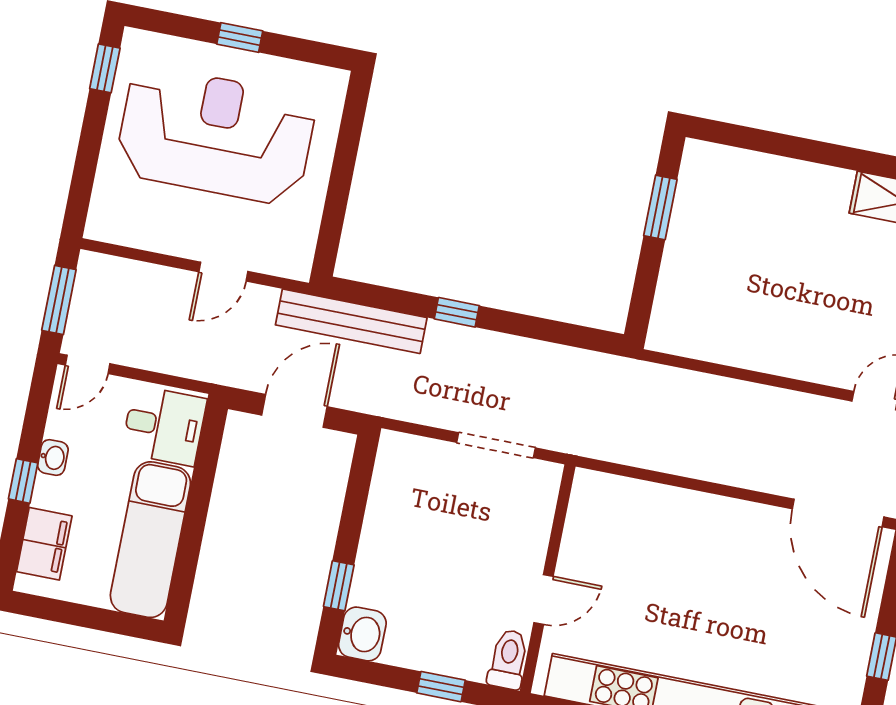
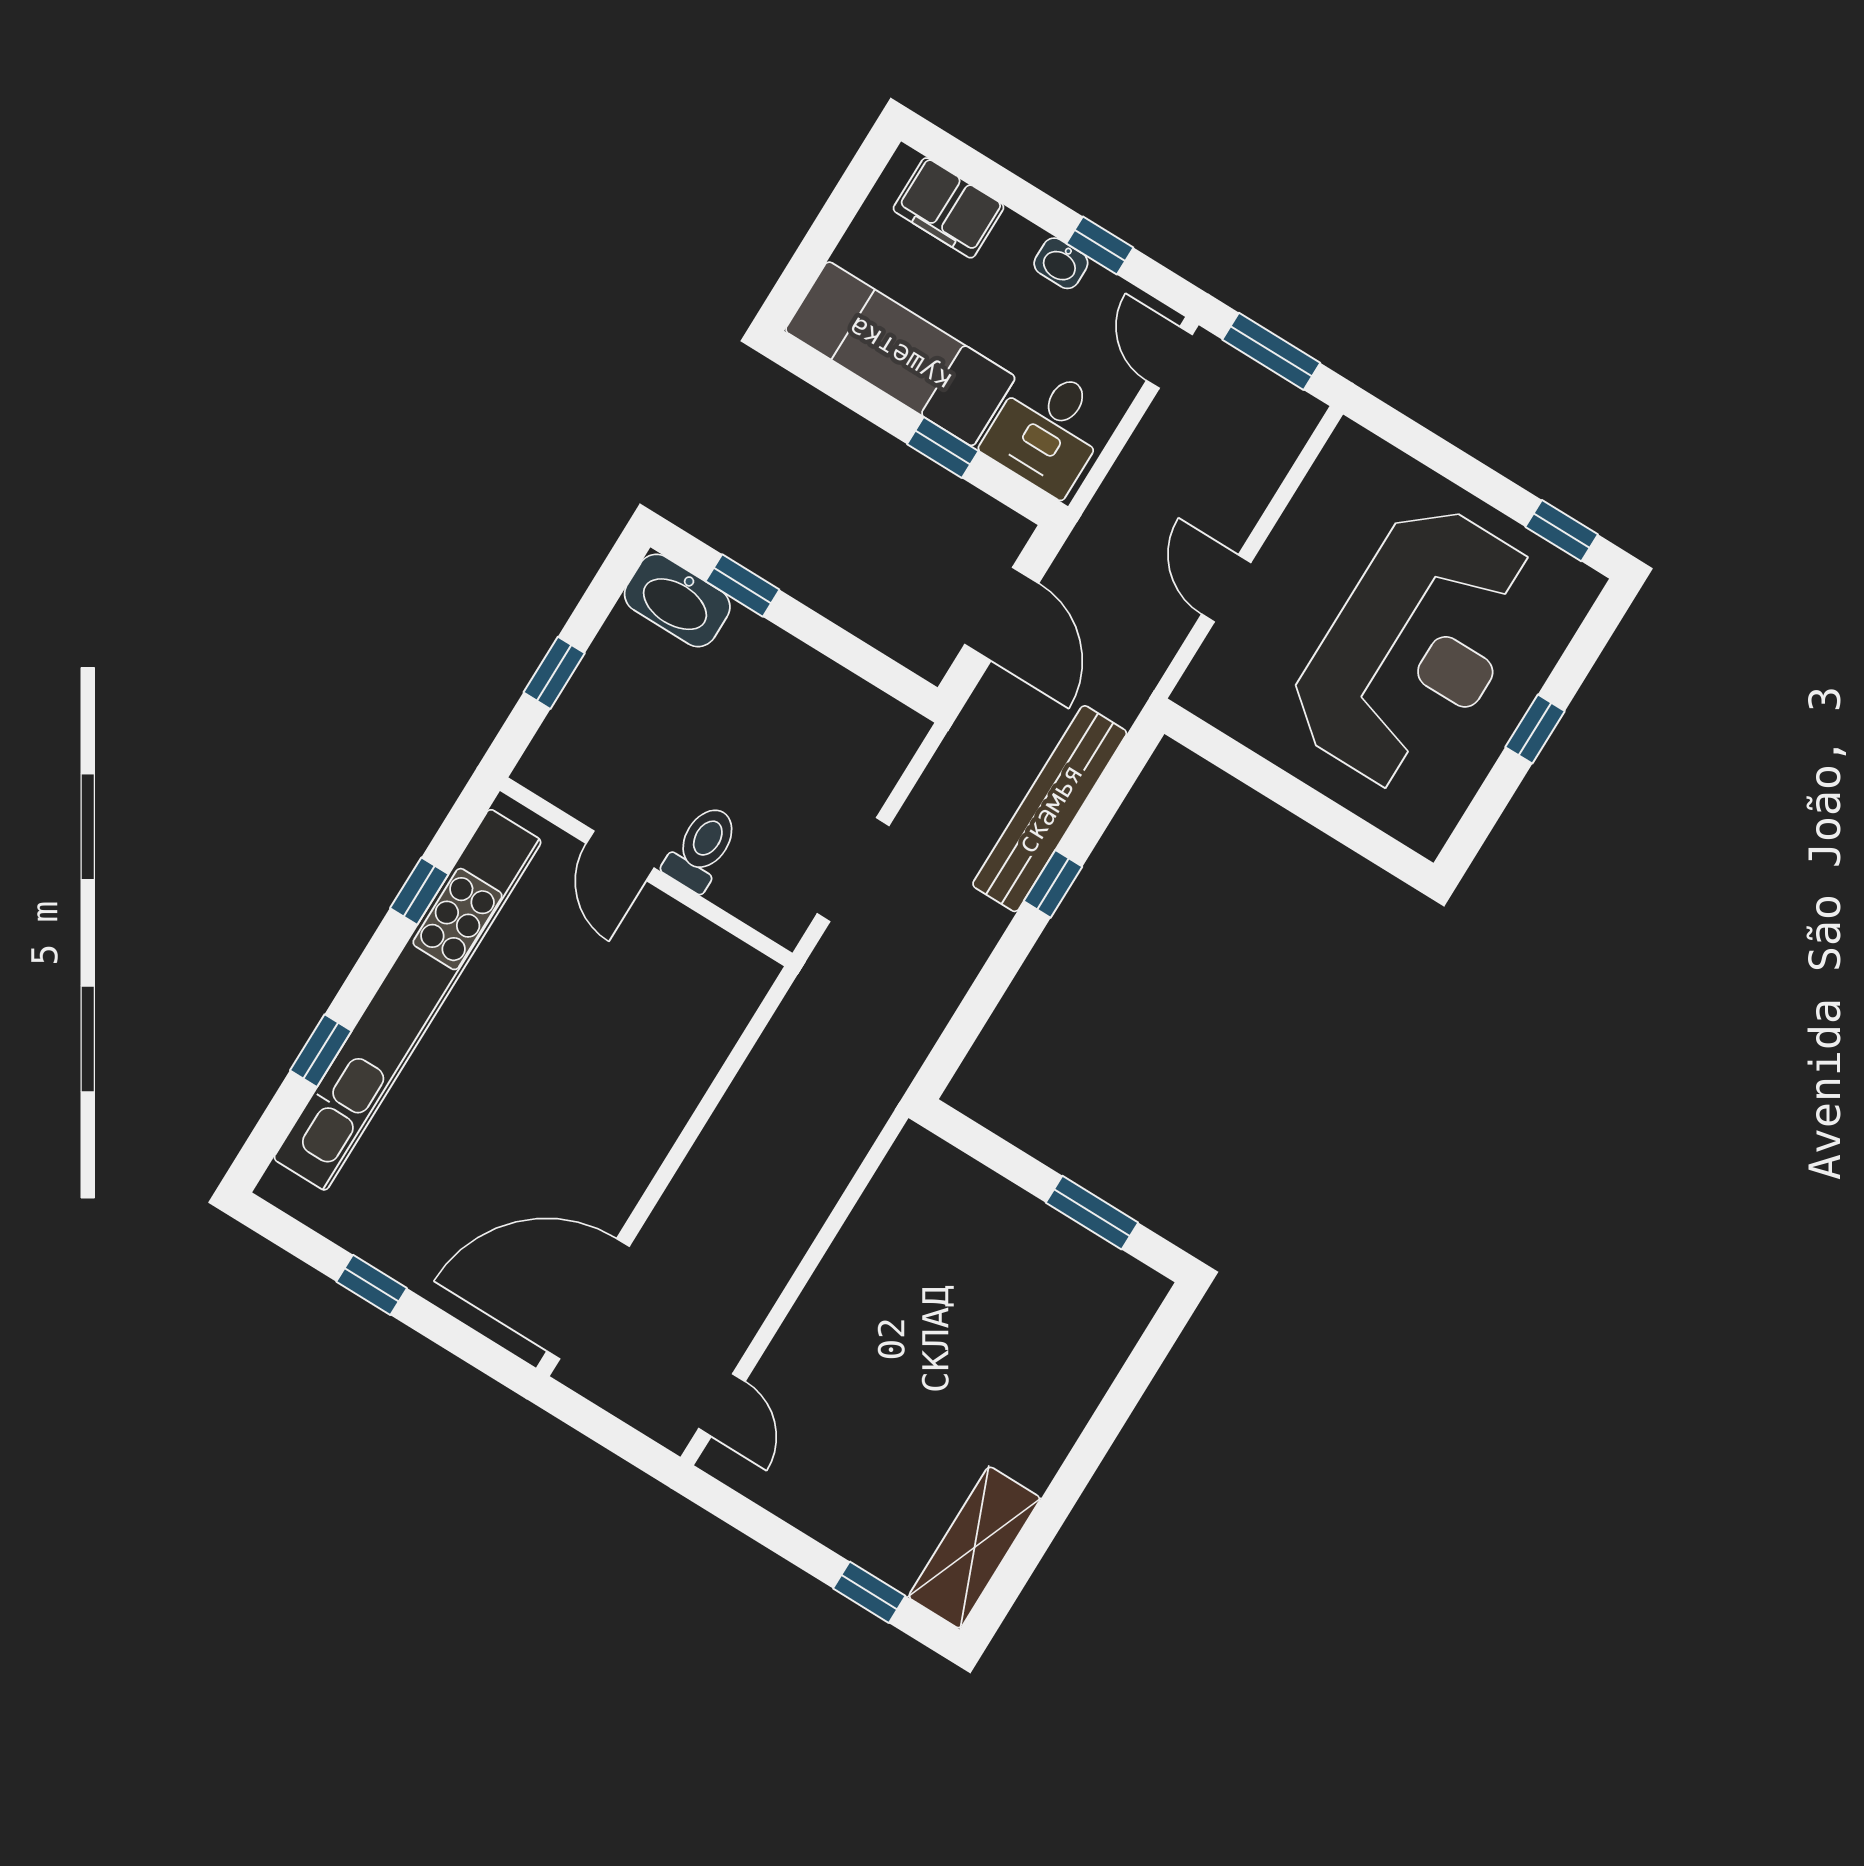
bench: (351, 321) -> (1050, 809), moved
window: (23, 481) -> (1100, 245), moved
window: (201, 489) -> (943, 448), added
washbasin: (362, 634) -> (677, 600), width x1.38
toilet: (508, 659) -> (702, 848), moved, turned -90

